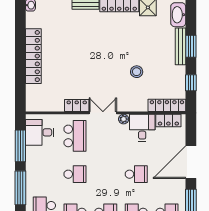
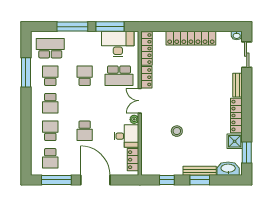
locker: (167, 105) -> (147, 49), moved
double door: (103, 113) -> (140, 101), swing flipped
desk: (40, 132) -> (118, 44), width x1.37
school desk: (75, 174) -> (85, 76), turned 180

